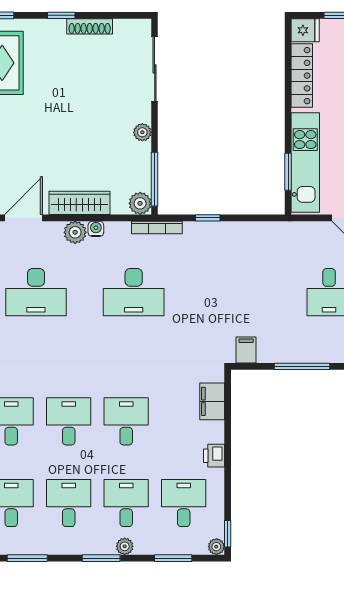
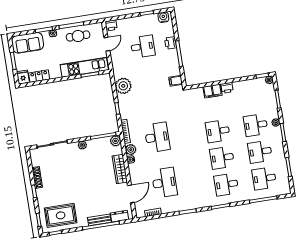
locker: (302, 76) -> (39, 76), width x0.66
door: (23, 218) -> (131, 194), swing flipped
plant: (75, 232) -> (131, 150), moved
plant: (253, 238) -> (123, 86), added
printer: (327, 352) -> (171, 43), added
filing cabinet: (212, 401) -> (213, 91), moved
desk: (184, 503) -> (251, 98), removed

